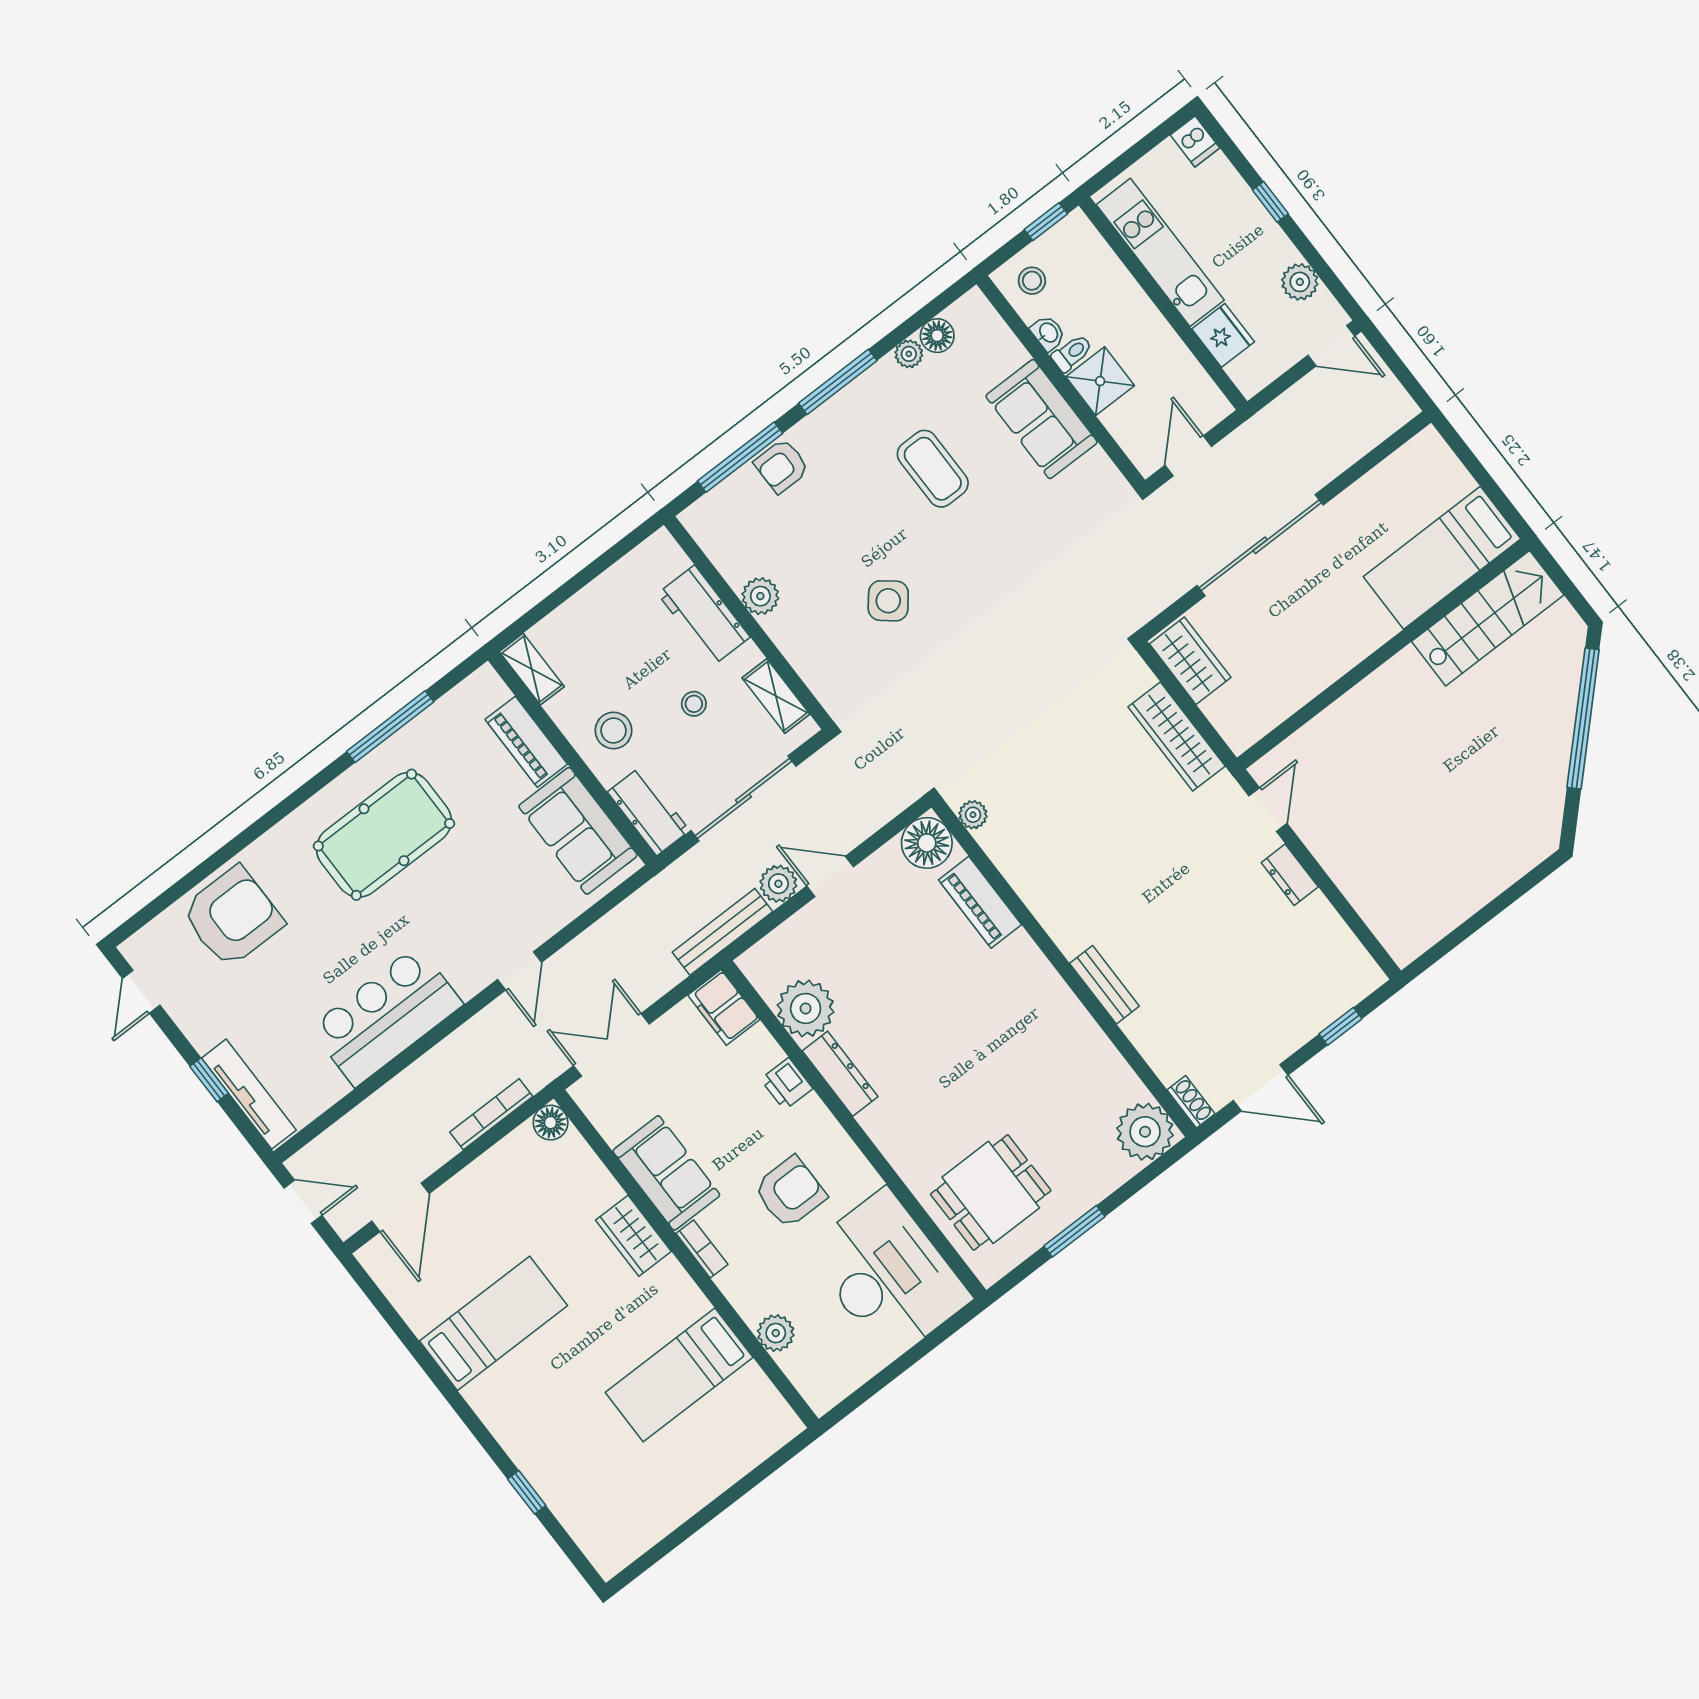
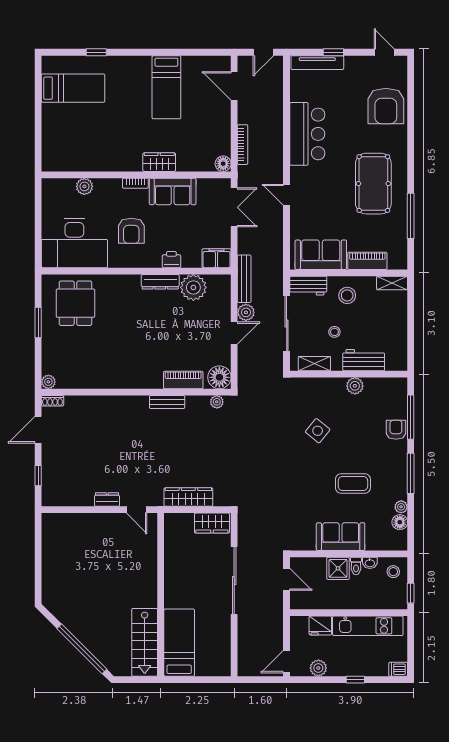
bench: (1104, 985) -> (167, 402), moved
plant: (1145, 1132) -> (48, 382), width x0.53, depth x0.53
bed: (679, 1375) -> (73, 88), moved, turned 90

